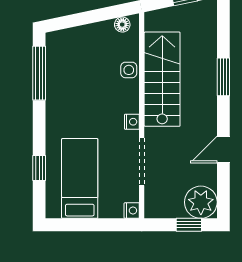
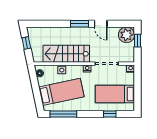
bed: (84, 69) -> (61, 92), added
window: (223, 77) -> (80, 24), moved

